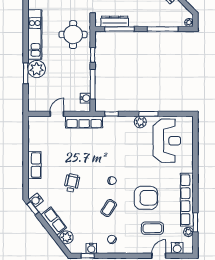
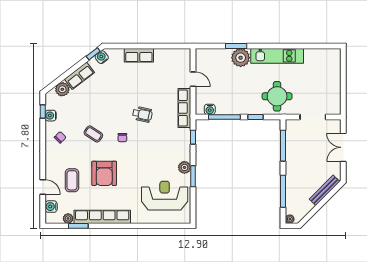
dresser: (115, 21) -> (291, 140), removed
reception desk: (167, 141) -> (165, 196), turned 180
wheelchair: (72, 183) -> (142, 114), moved

